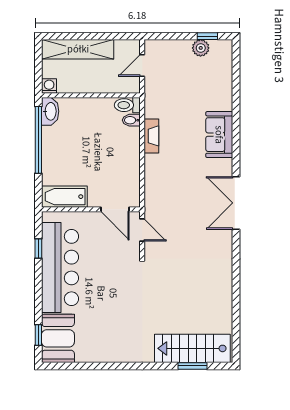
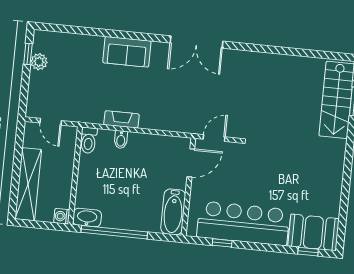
bidet: (131, 120) -> (121, 140), moved

